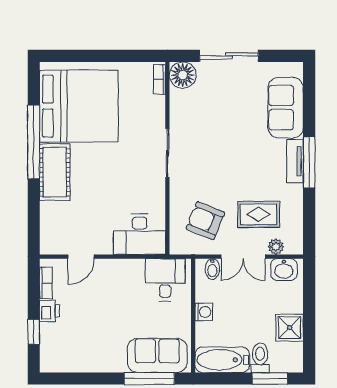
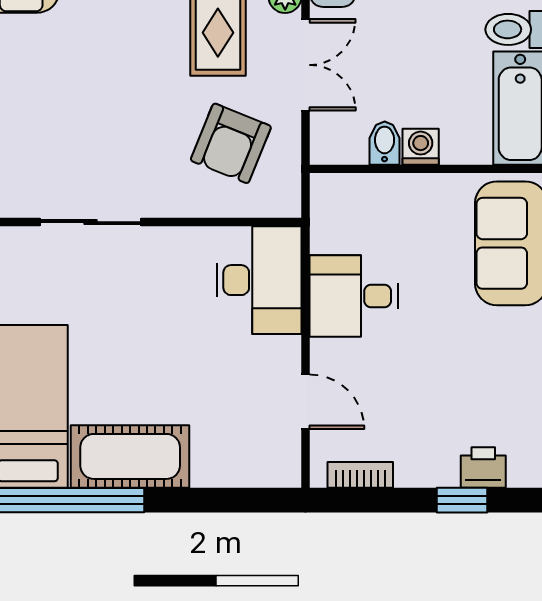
bidet: (212, 269) -> (385, 143), moved, turned -90
desk: (165, 280) -> (354, 296), moved
printer: (49, 311) -> (483, 468), moved

